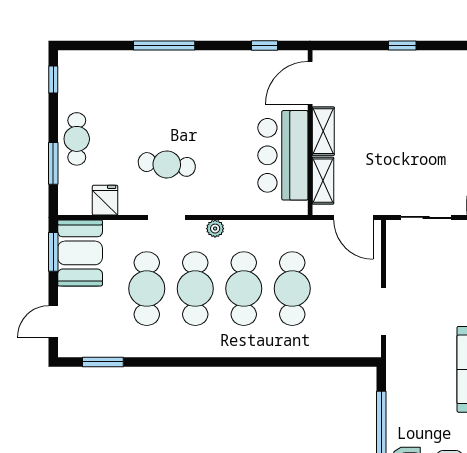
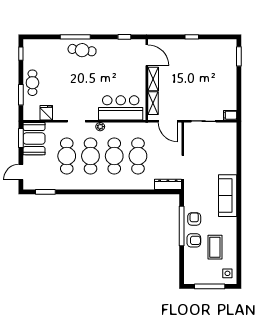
door: (310, 83) -> (147, 55), swing flipped
bar counter: (283, 155) -> (121, 108), moved, turned 90
cafe table: (167, 164) -> (82, 50), moved
dresser: (353, 347) -> (168, 184), added
armchair: (407, 417) -> (194, 219), added

